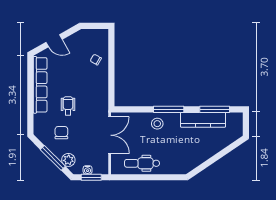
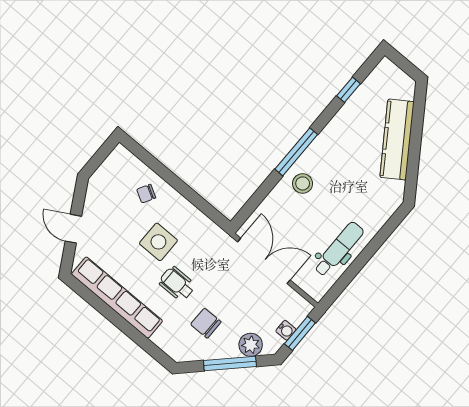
door: (54, 41) -> (73, 229), swing flipped
side table: (79, 82) -> (158, 242), added
window: (215, 109) -> (349, 90), width x0.46
kitchen counter: (203, 120) -> (397, 139), moved, turned 146
dental chair: (142, 163) -> (339, 249), turned 180

